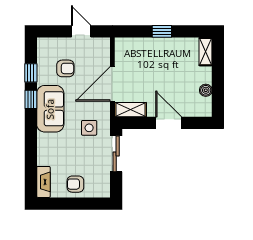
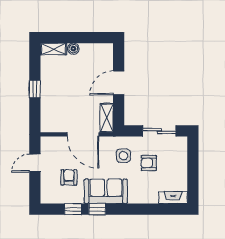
boiler: (206, 90) -> (73, 49), moved
sliding door: (116, 154) -> (159, 131), moved
armchair: (75, 184) -> (149, 163), moved, turned 90

